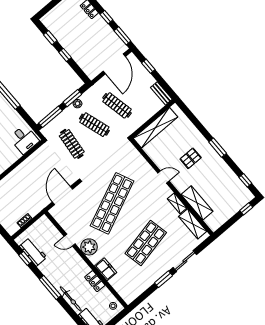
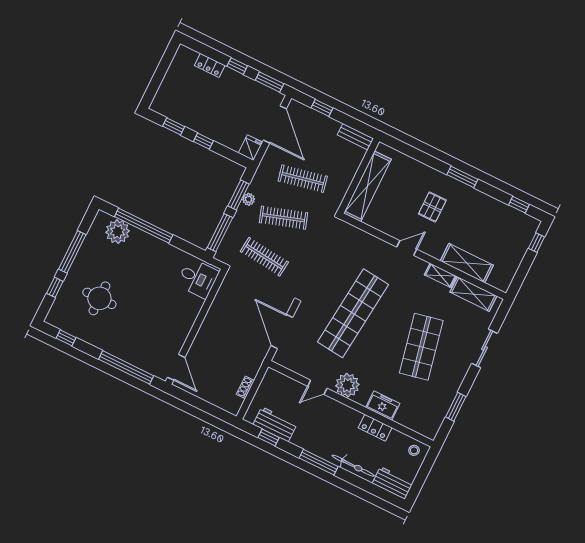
fridge: (93, 72) -> (250, 148), added
shop shelf: (112, 203) -> (353, 313), turned 30
window: (163, 279) -> (456, 407), moved

